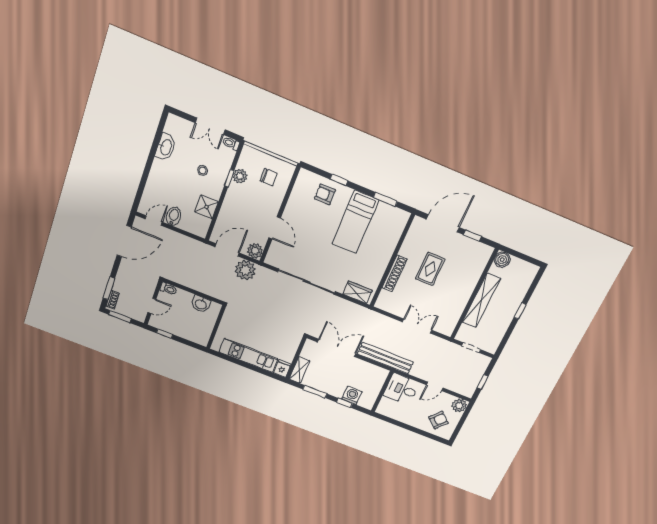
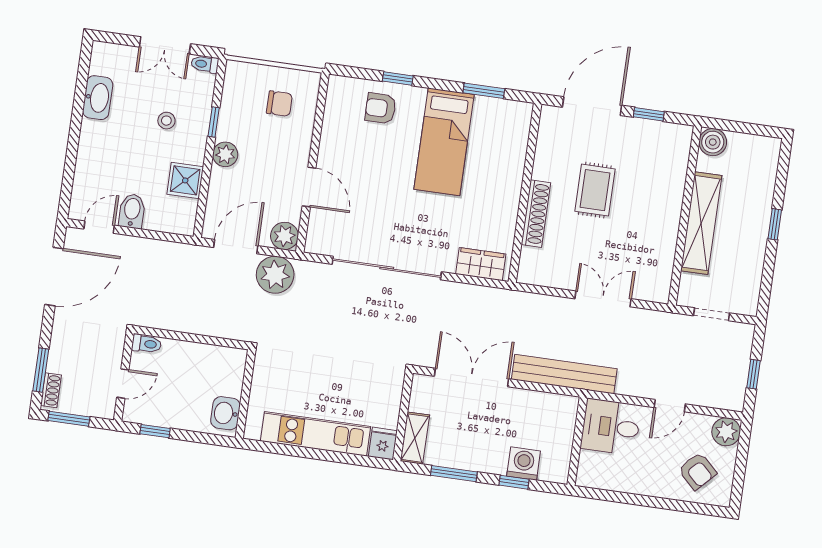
plant: (240, 176) -> (225, 154), moved
washbasin: (201, 304) -> (225, 413), moved, turned 90
armchair: (439, 420) -> (697, 471), turned 93

